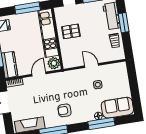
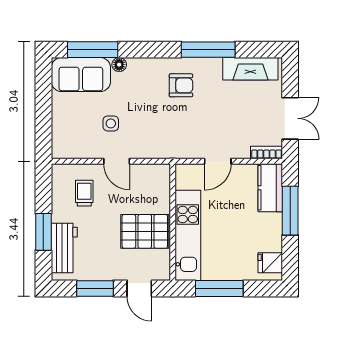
pallet: (71, 31) -> (145, 231), width x1.50, depth x1.42
trolley: (115, 41) -> (84, 193), moved
plant: (54, 63) -> (187, 177), removed
window: (101, 124) -> (93, 50), moved

